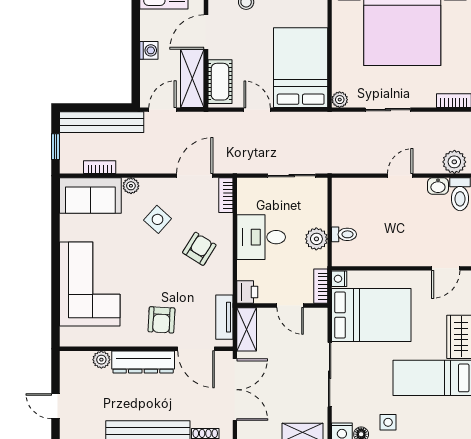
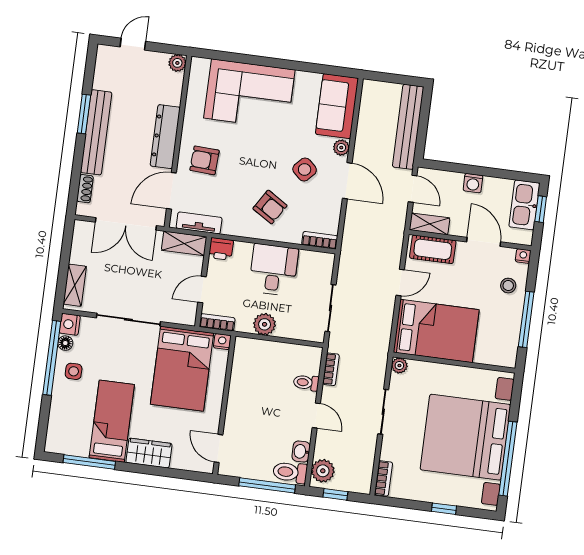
shelving: (192, 78) -> (430, 224), width x0.67, depth x0.75
window: (55, 147) -> (390, 78), removed
bookcase: (100, 167) -> (331, 369), moved
door: (195, 176) -> (347, 181), moved
toilet: (344, 234) -> (306, 383), moved, turned 90
plant: (101, 360) -> (177, 63), moved

